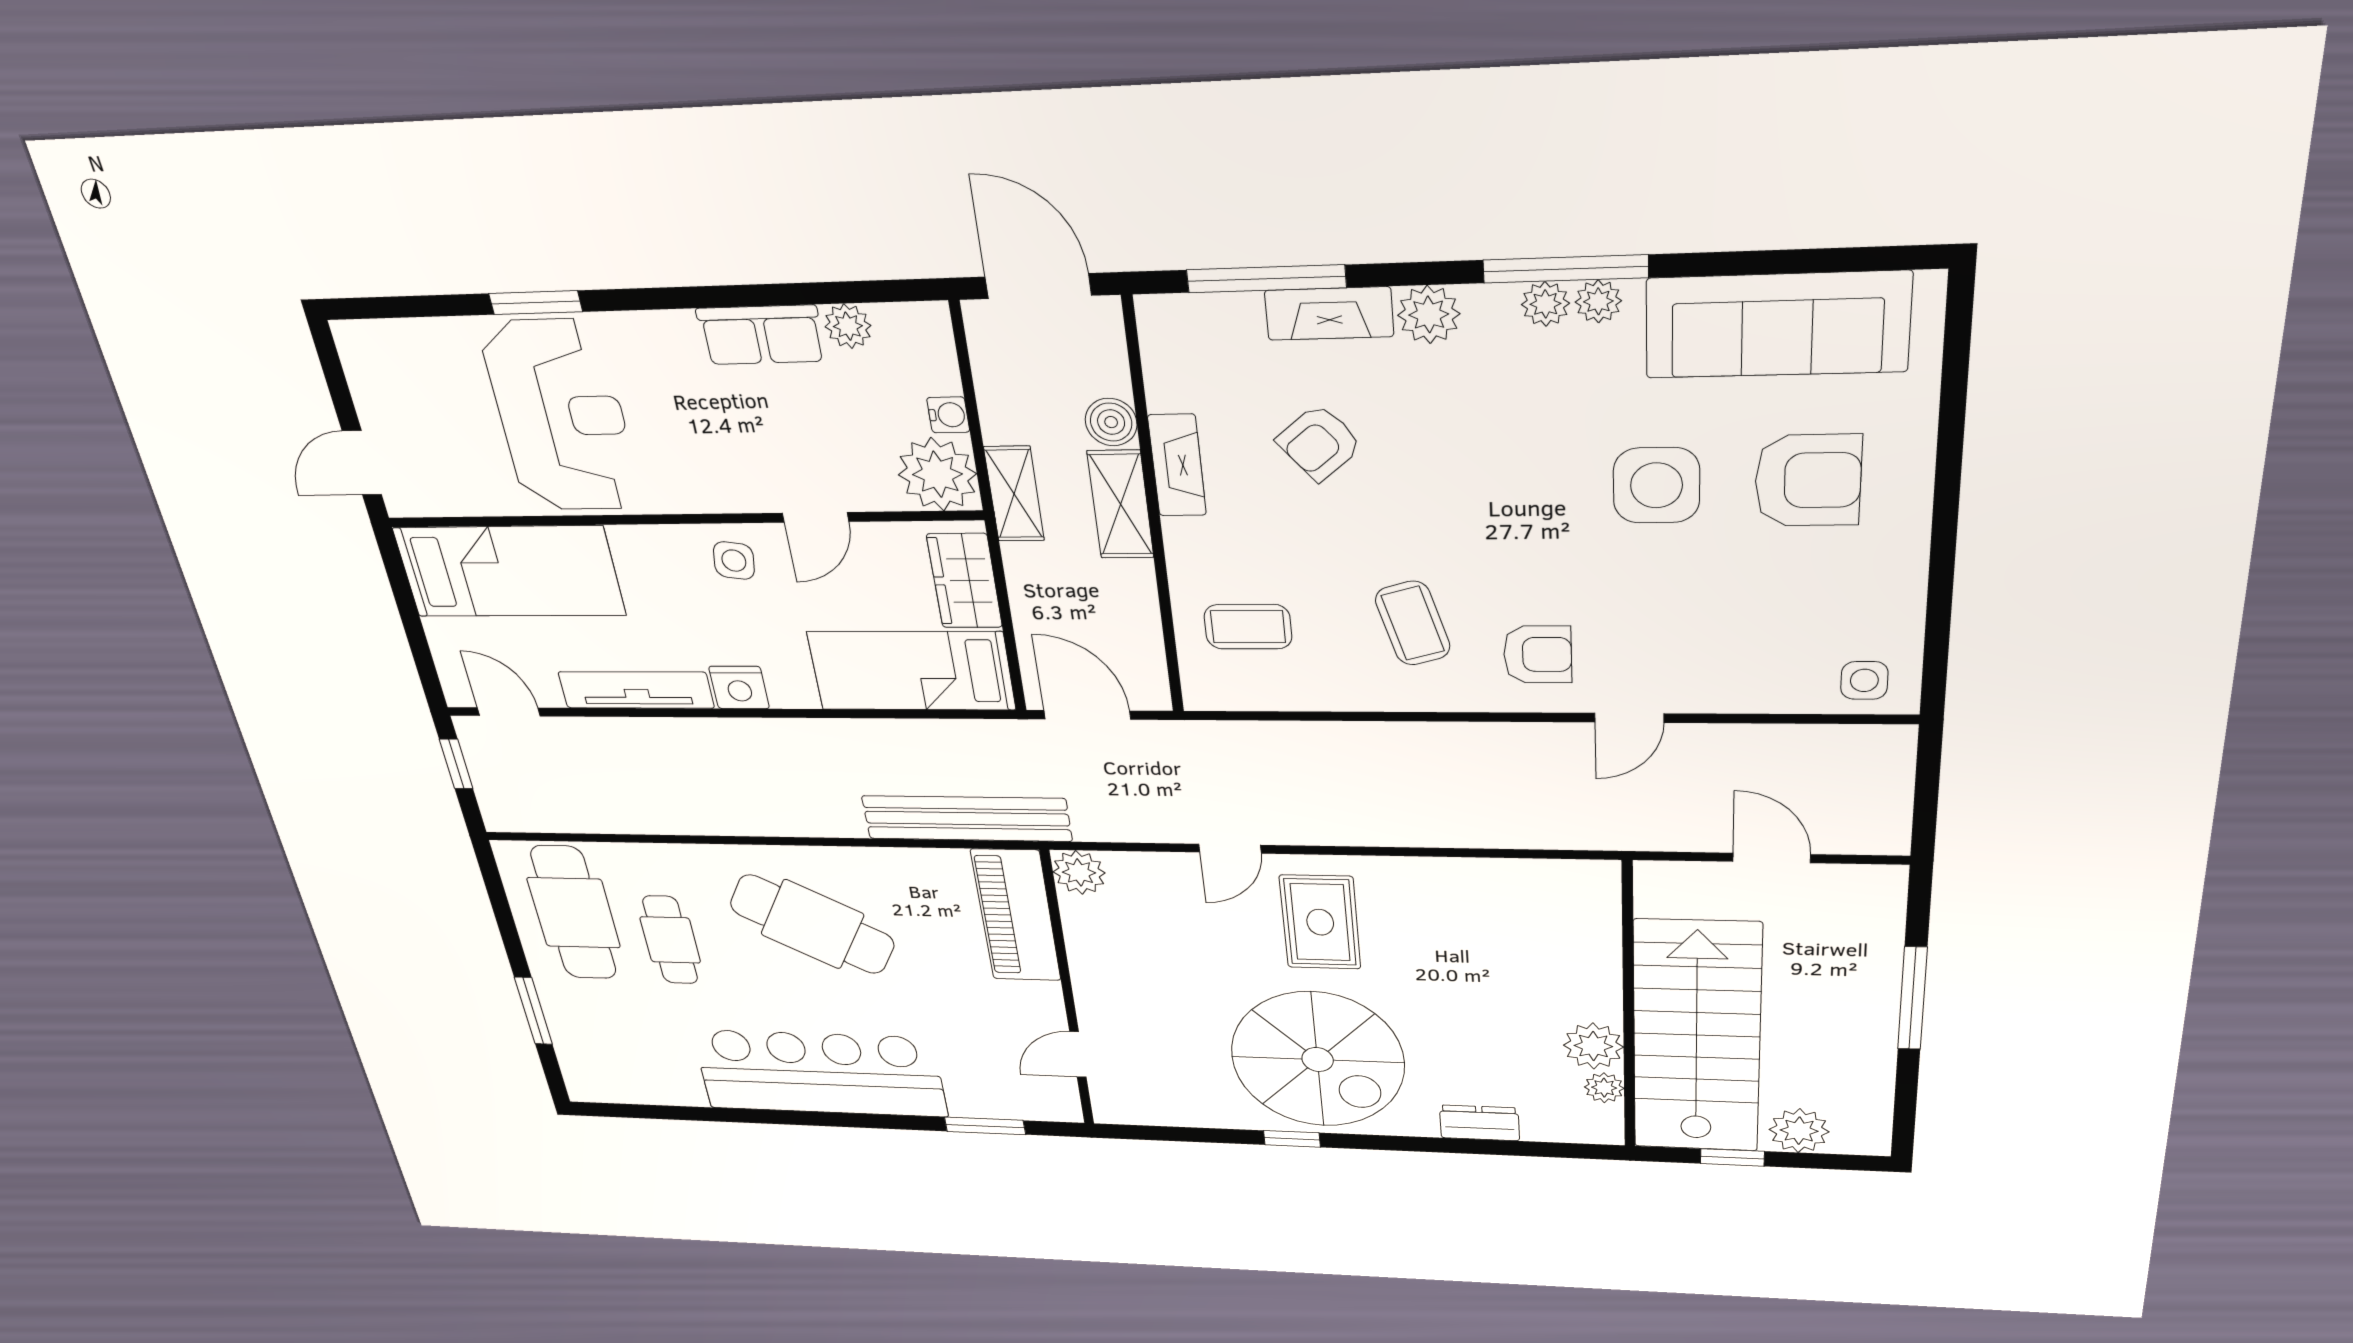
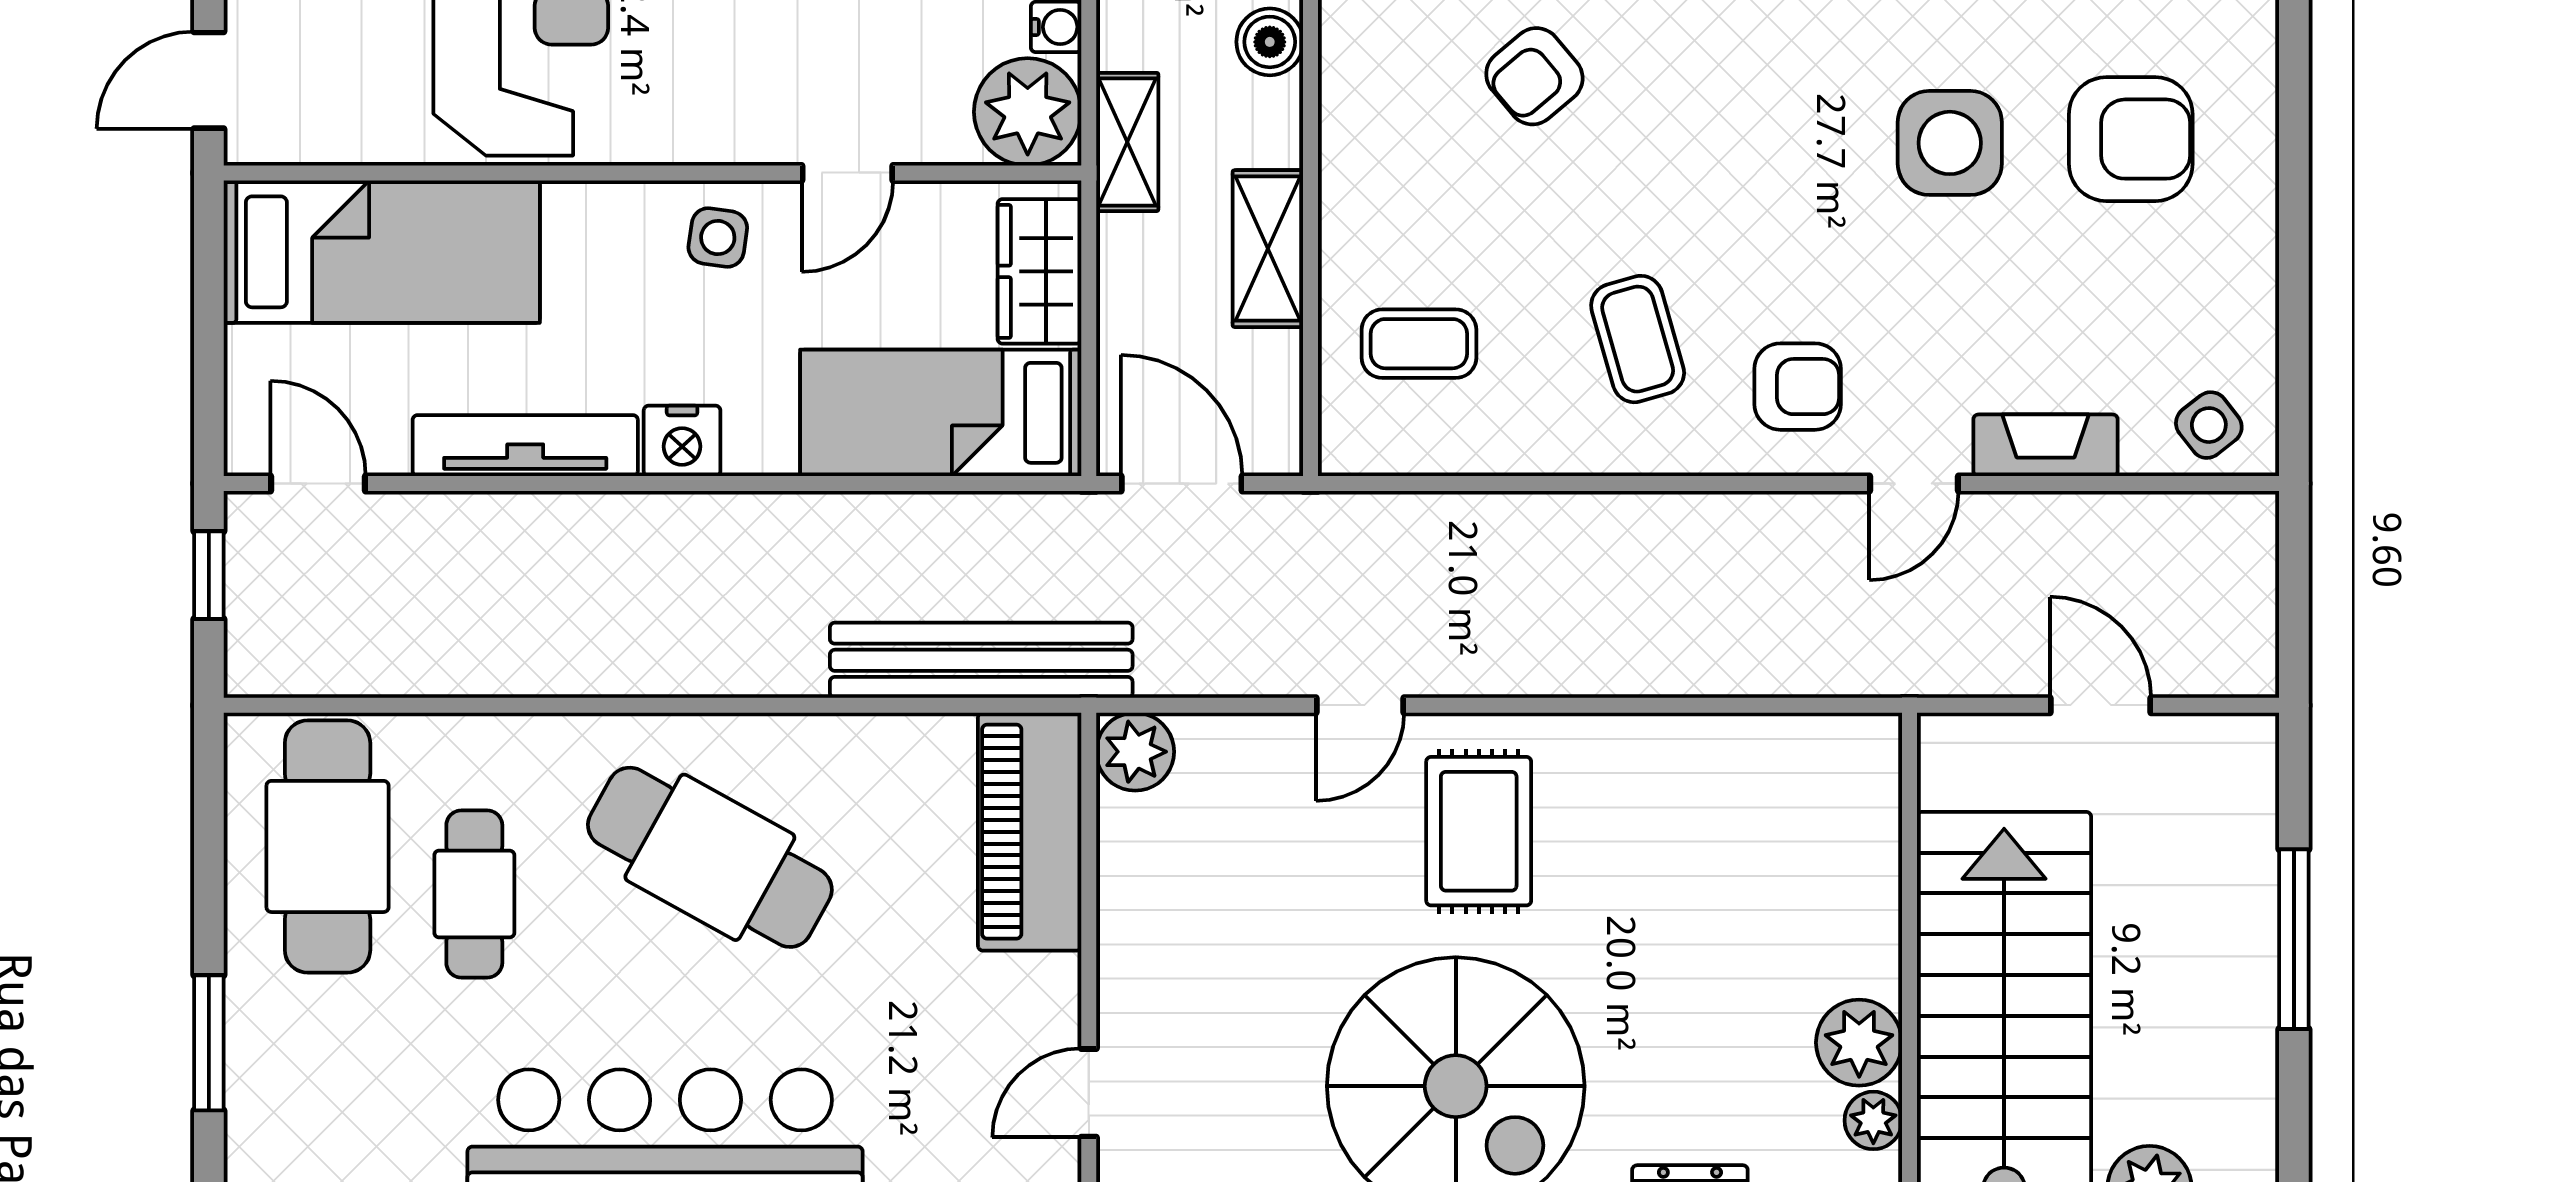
fireplace: (1177, 465) -> (2046, 445), moved, turned -90
shelving: (1121, 504) -> (1268, 249), moved
side table: (1864, 680) -> (2209, 425), turned -38

